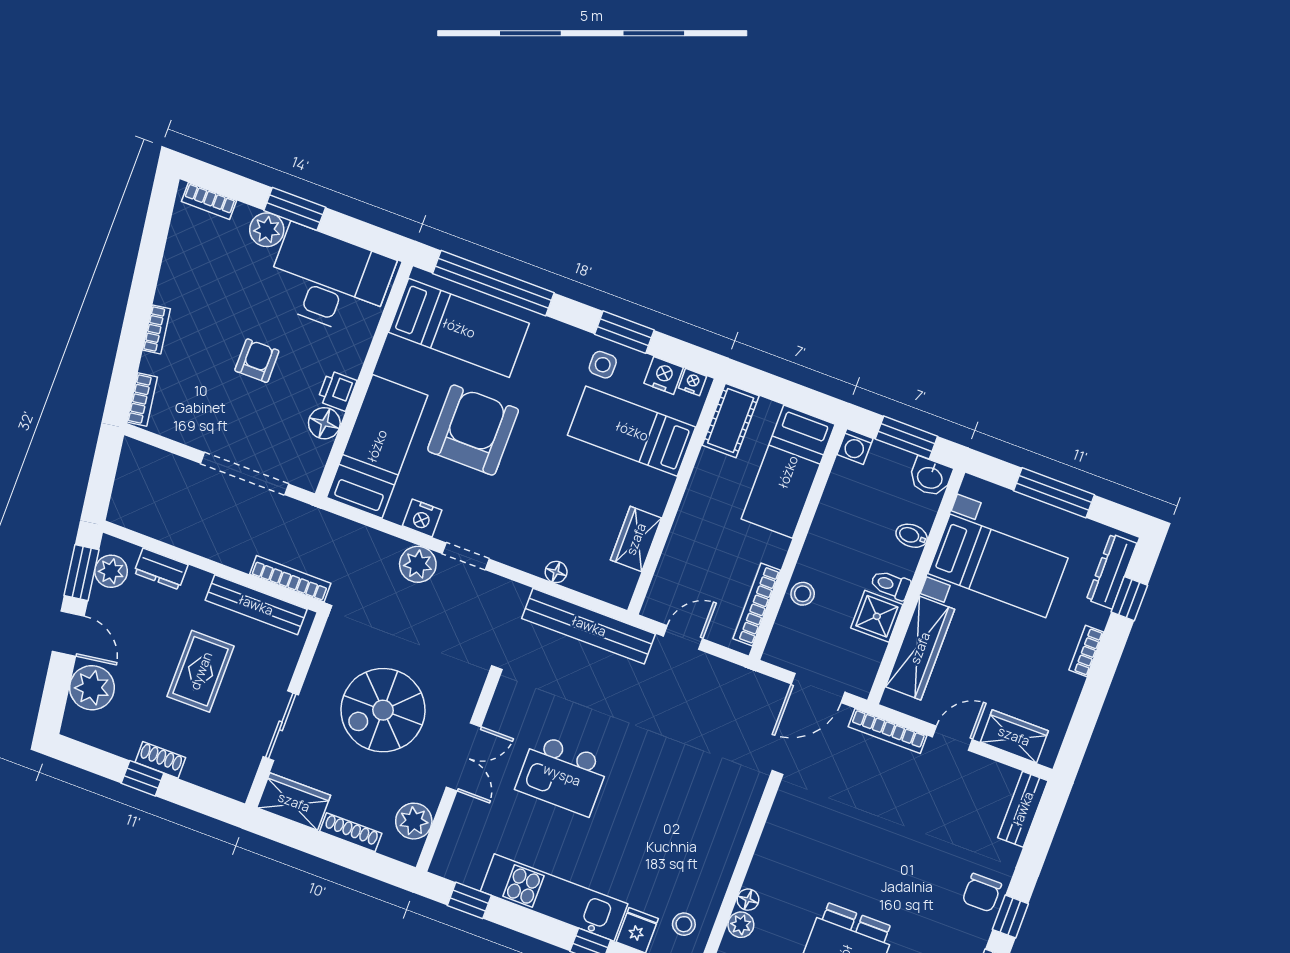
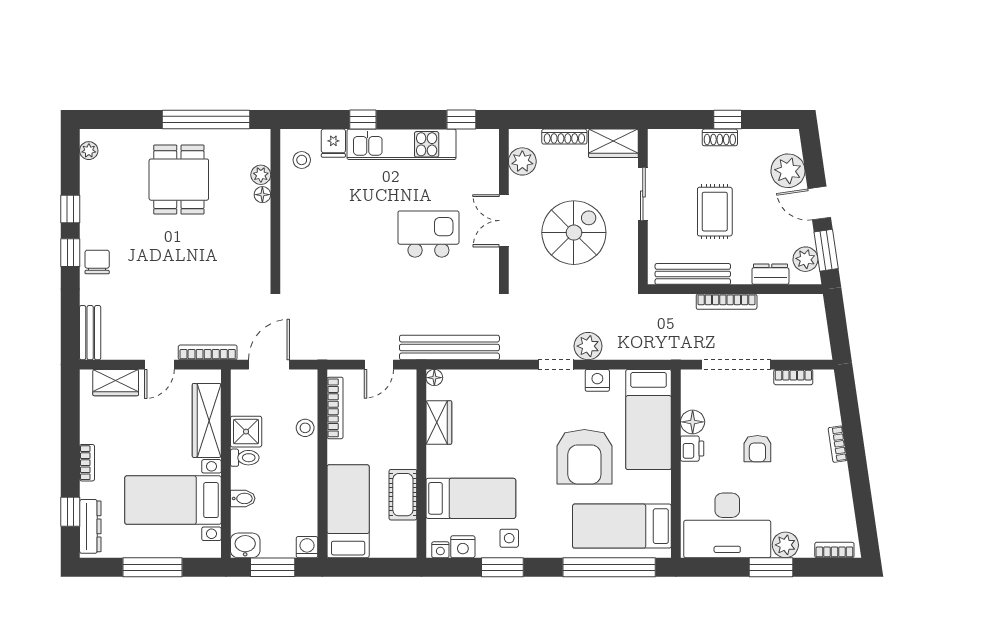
bookcase: (142, 400) -> (793, 377), moved, turned -82
cot: (731, 420) -> (403, 495), moved
floor lamp: (556, 572) -> (434, 378), moved
bookcase: (290, 579) -> (727, 302), moved

